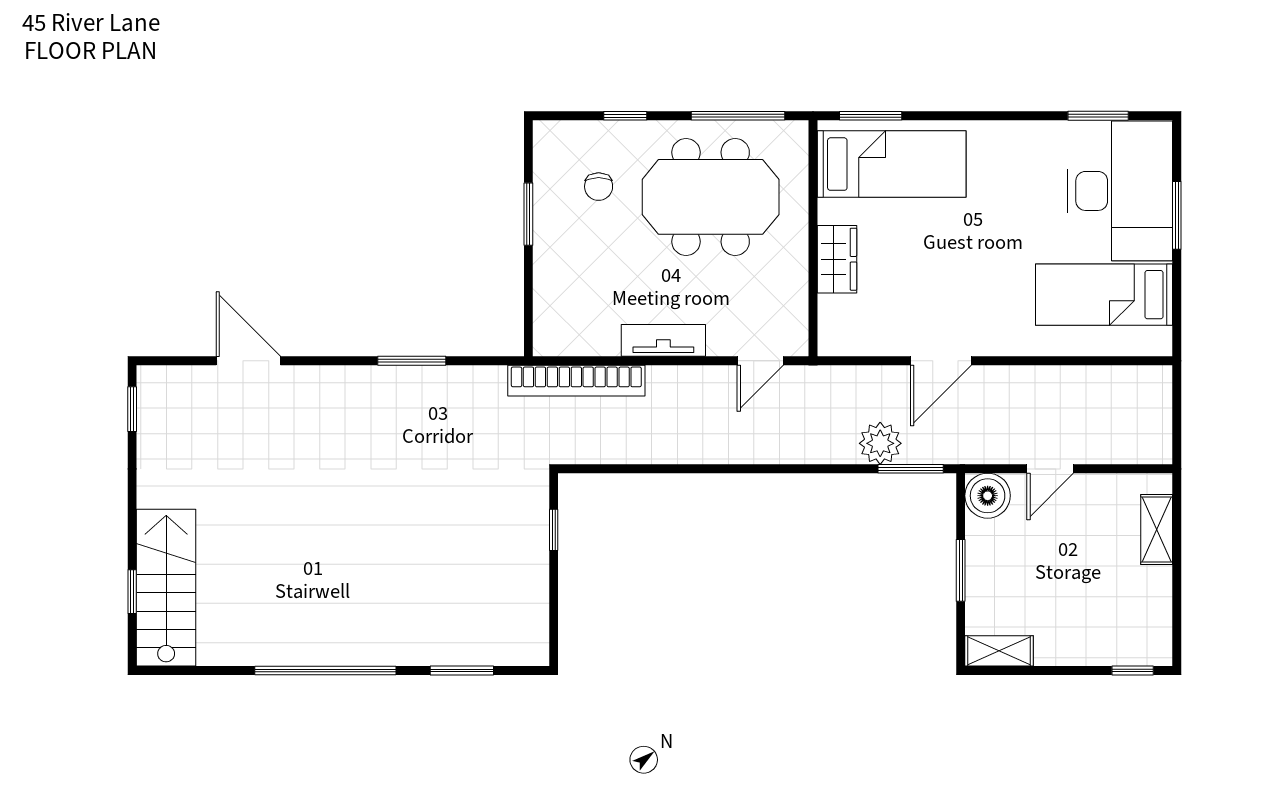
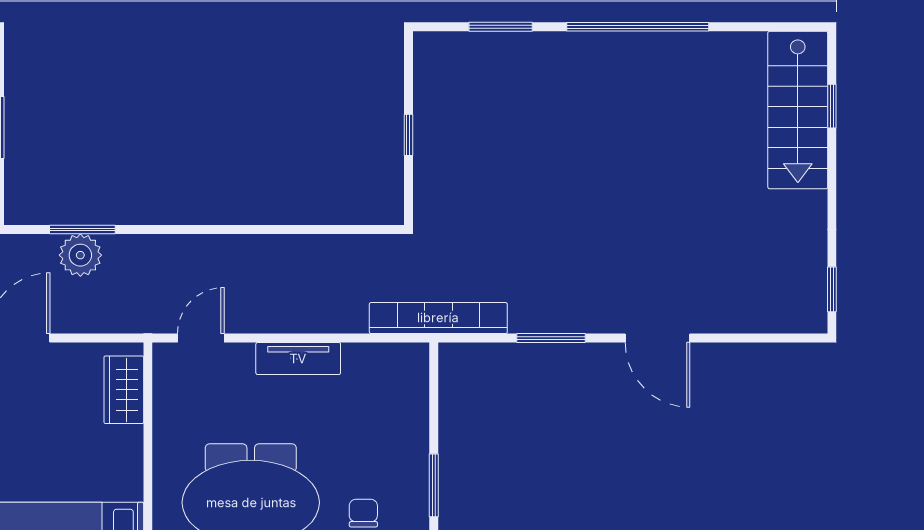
wardrobe: (837, 259) -> (124, 390), moved
door: (248, 361) -> (657, 338), moved
bookcase: (576, 381) -> (438, 318), moved
window: (911, 469) -> (82, 229), moved
window: (554, 530) -> (408, 135), moved

